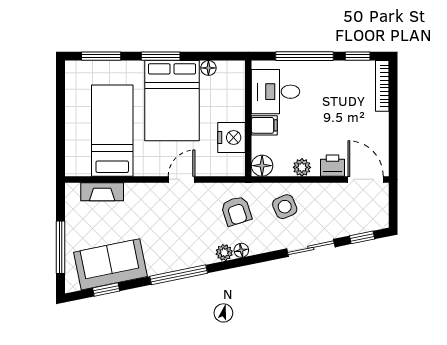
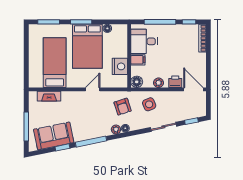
window: (106, 290) -> (62, 147), moved

